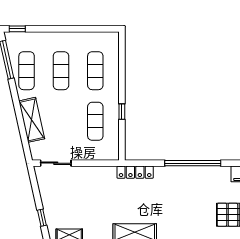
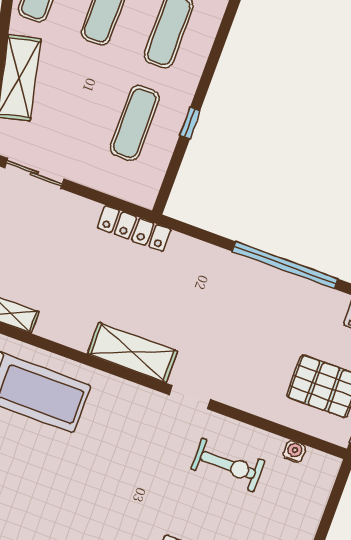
locker: (135, 172) -> (134, 228), moved

